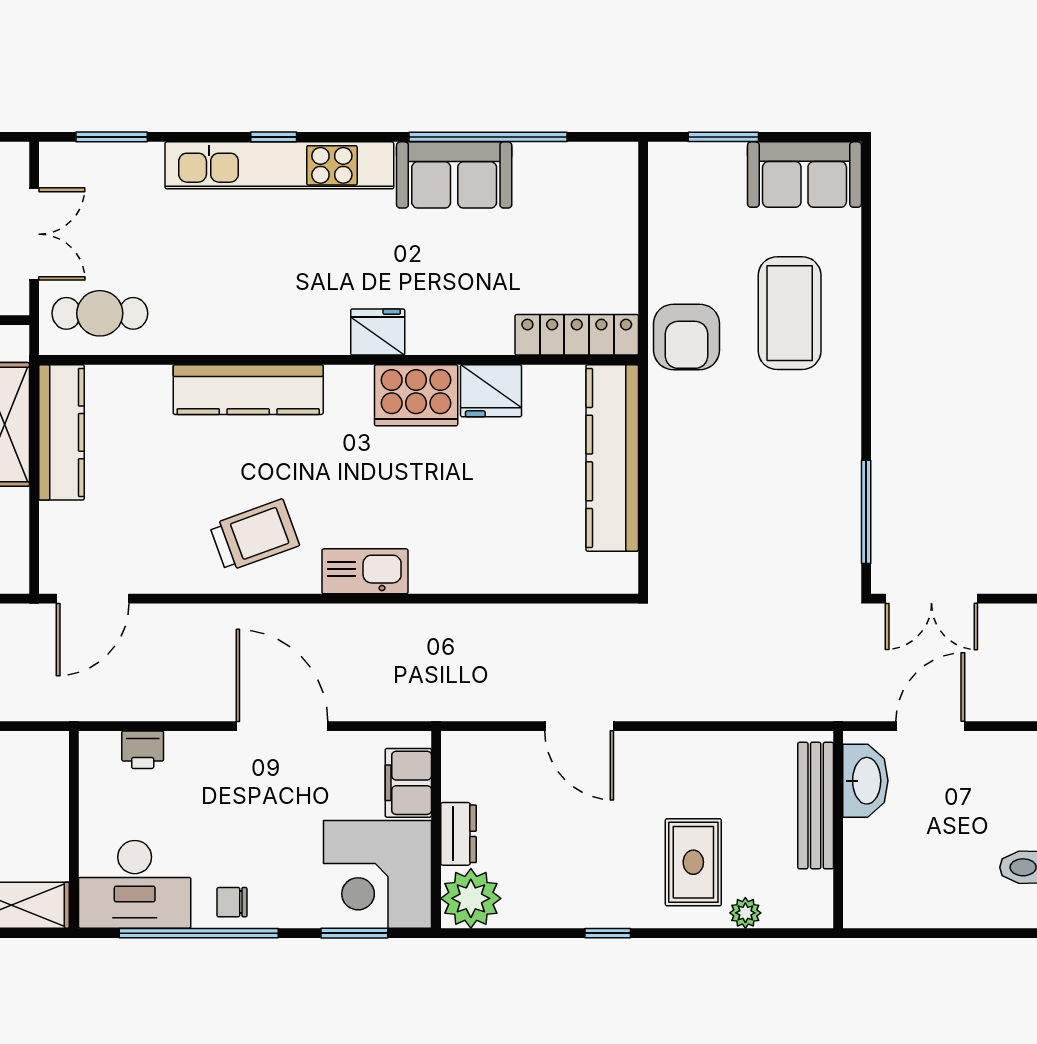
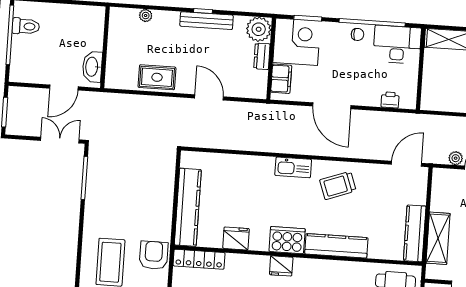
cooker: (416, 395) -> (287, 240), moved
bench: (816, 806) -> (207, 21), moved, turned 90
rug: (693, 862) -> (157, 77), moved, turned 90

